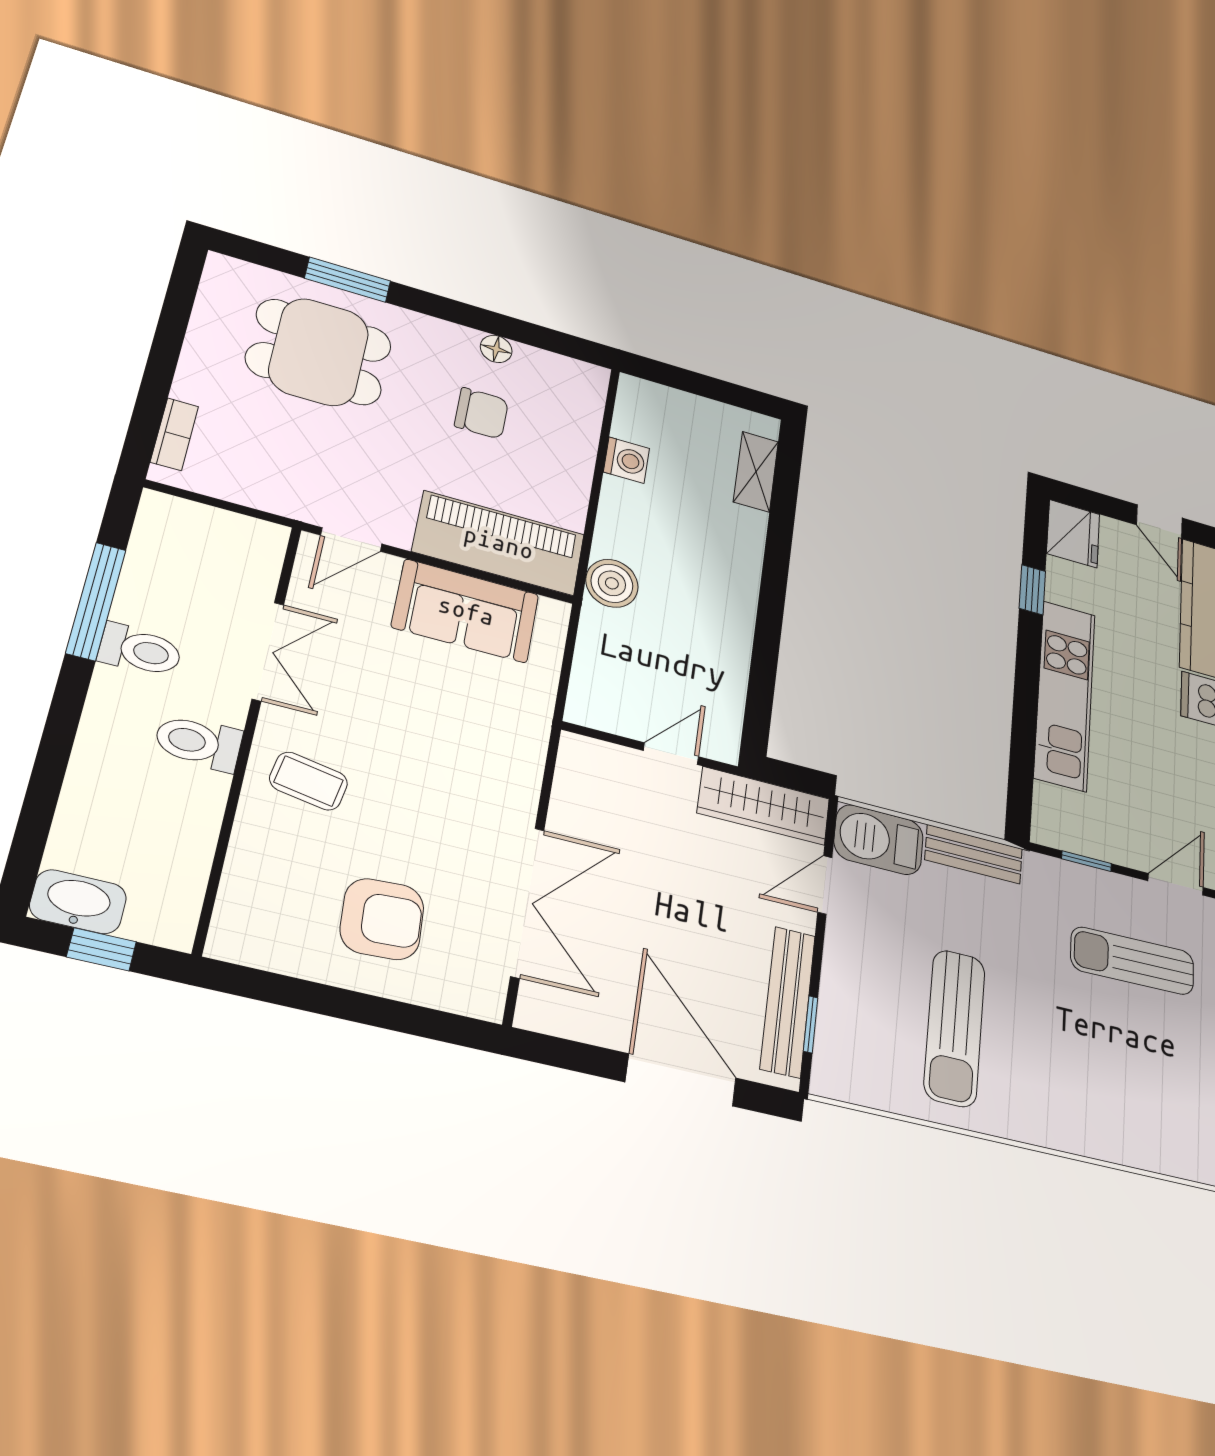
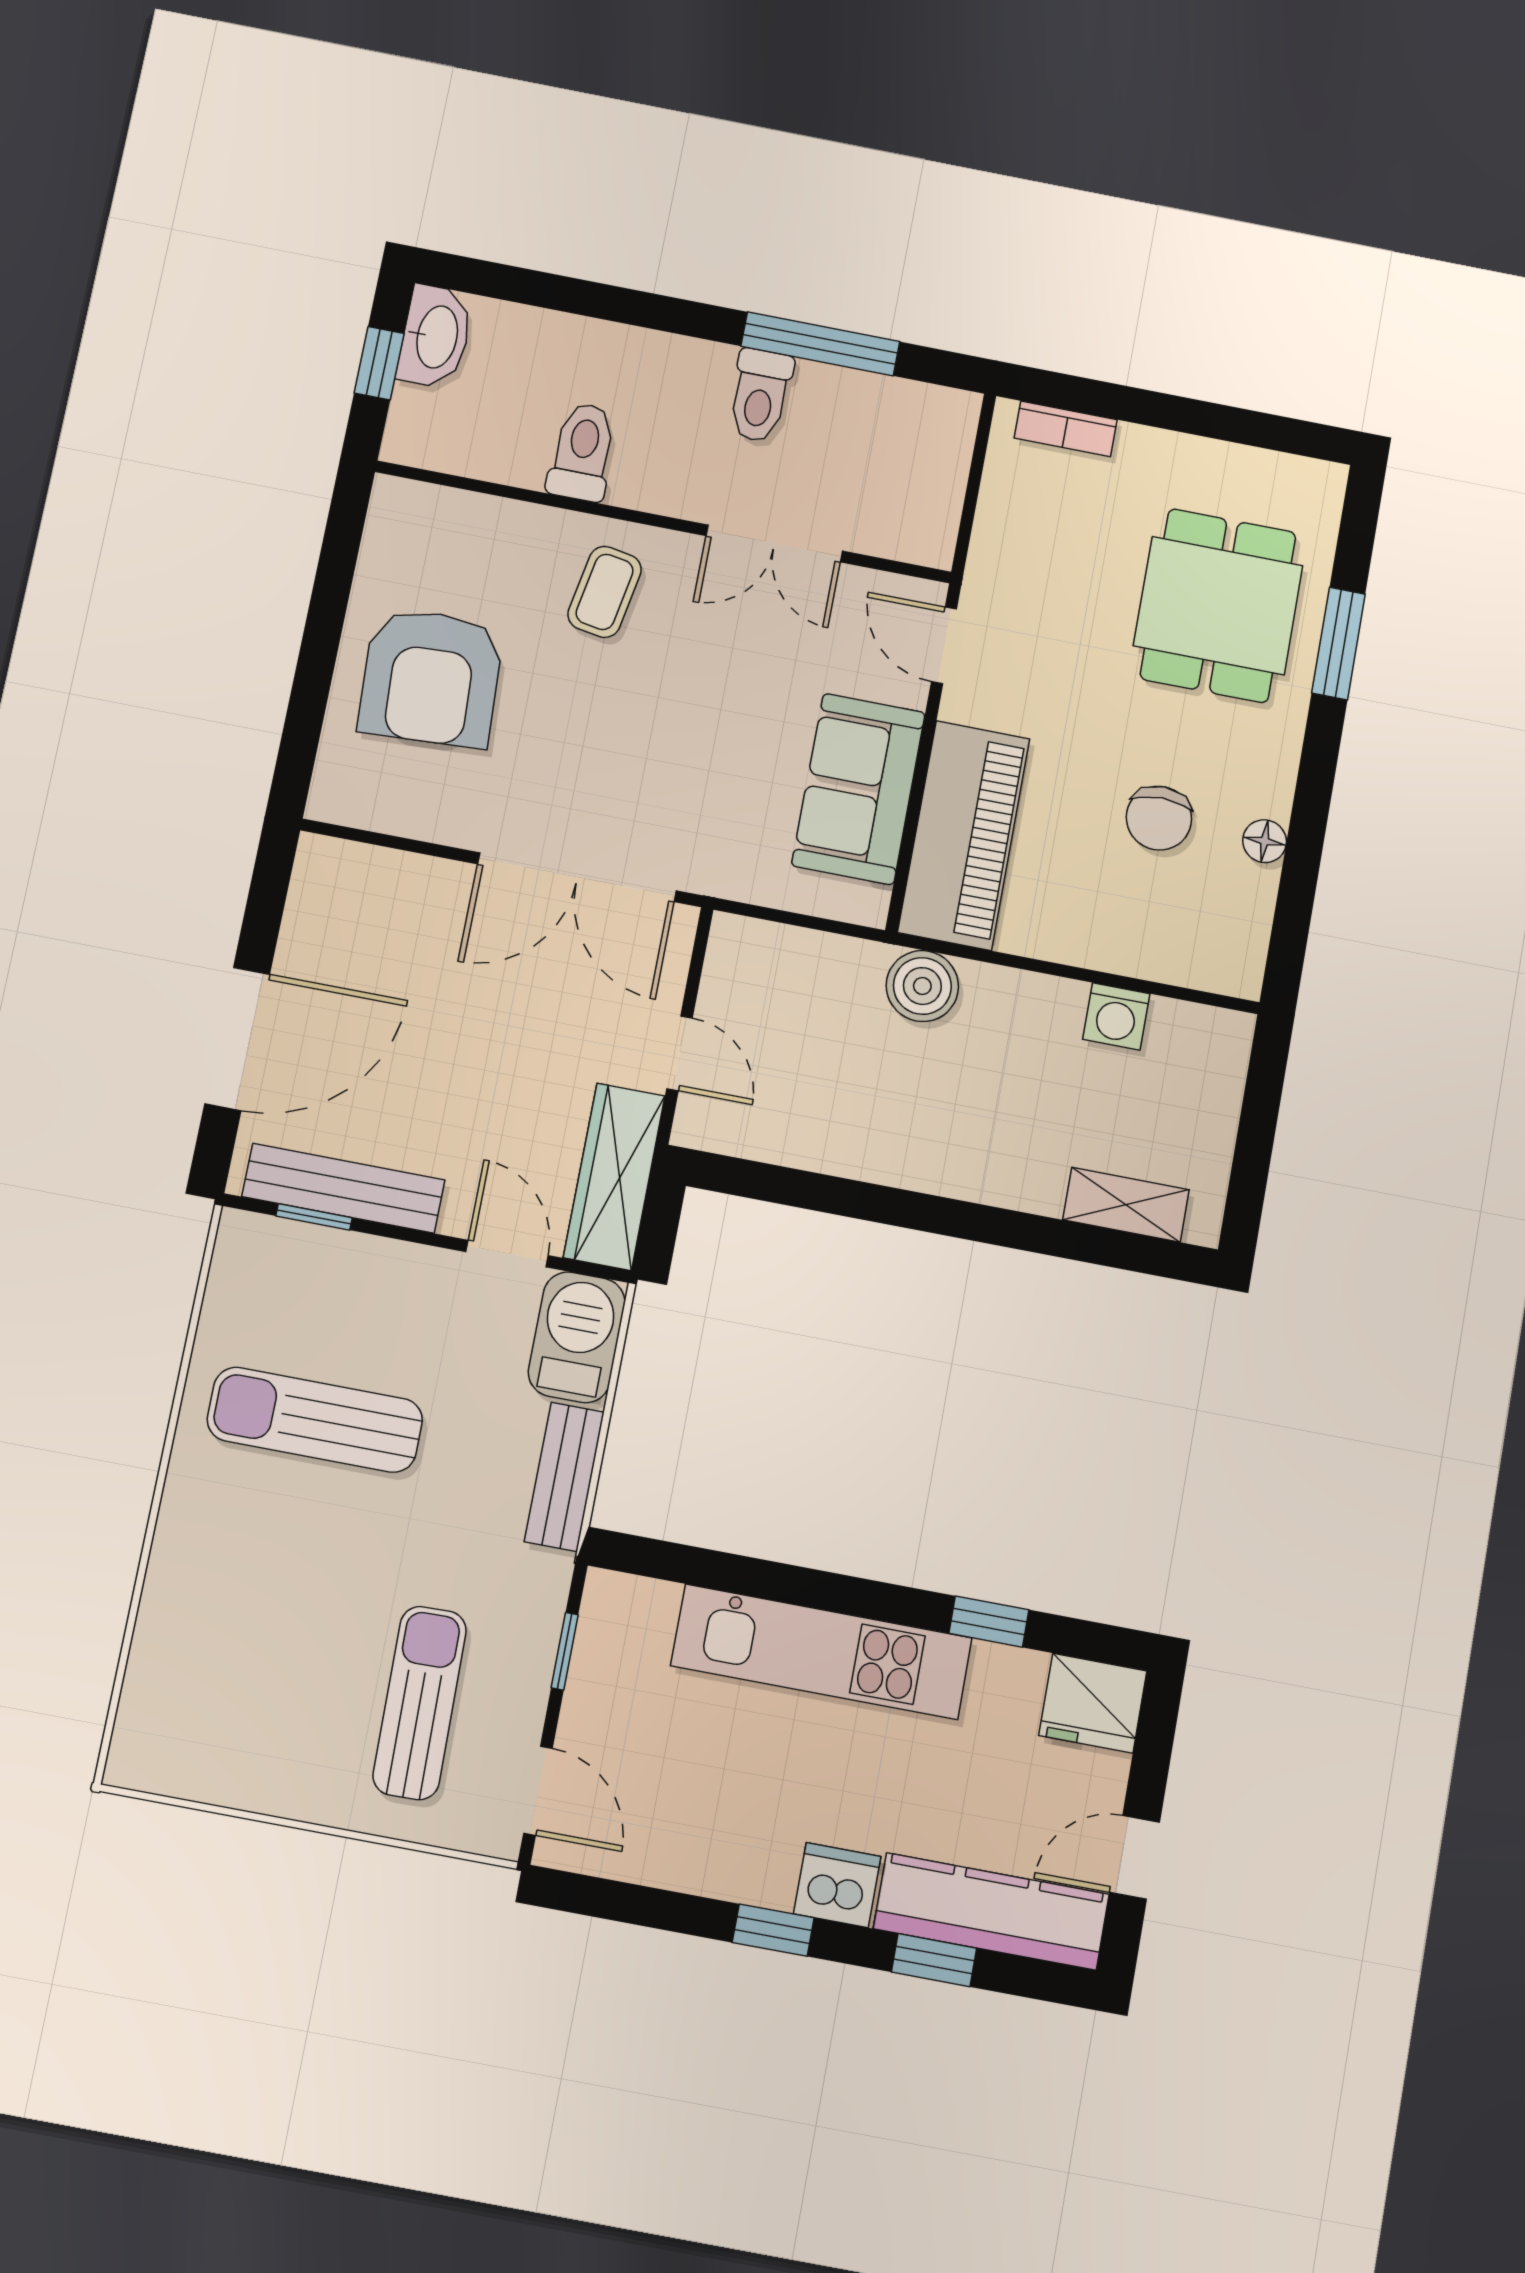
toilet: (198, 743) -> (582, 452), moved
double door: (527, 902) -> (577, 877), moved
armchair: (382, 919) -> (431, 677), width x1.36, depth x1.36

